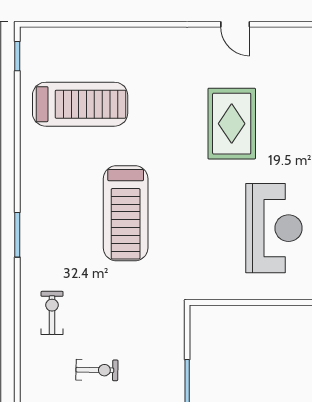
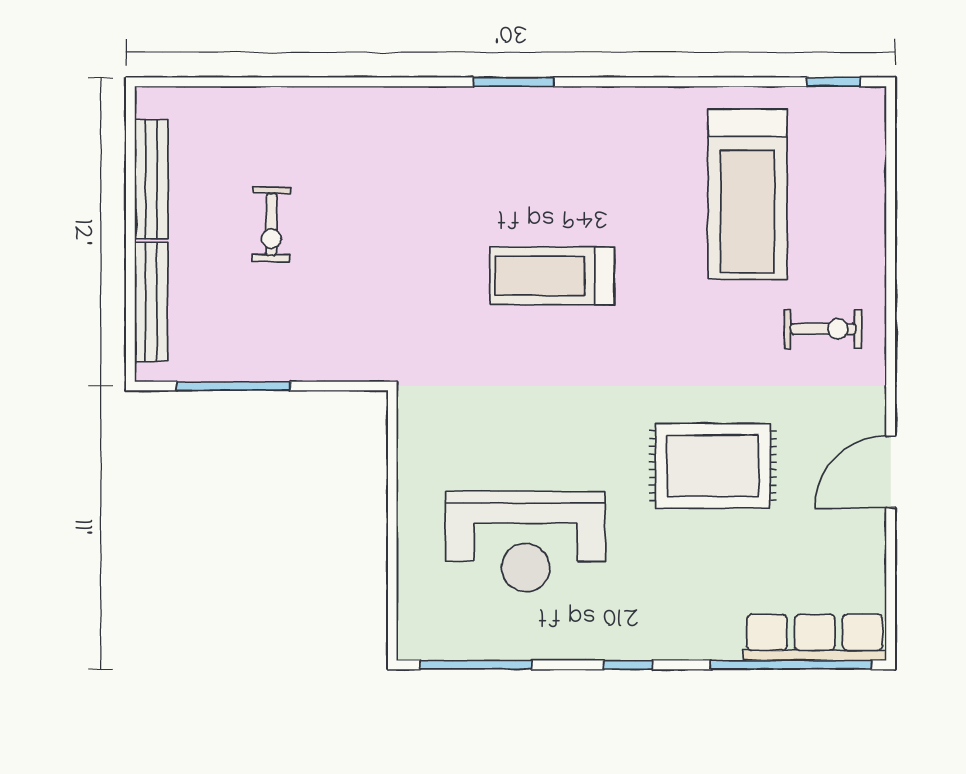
door: (235, 24) -> (891, 472), width x1.38
treadmill: (126, 213) -> (552, 276), width x0.73, depth x0.73
exercise bike: (52, 313) -> (823, 329), moved

